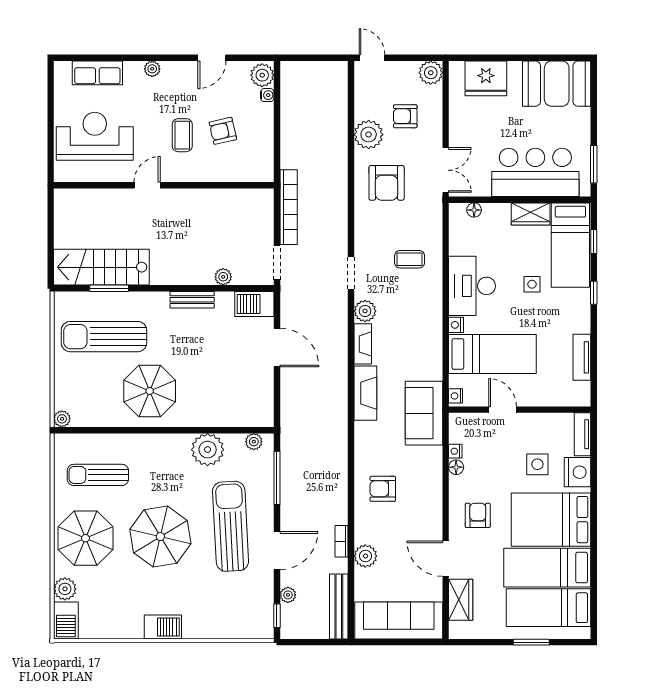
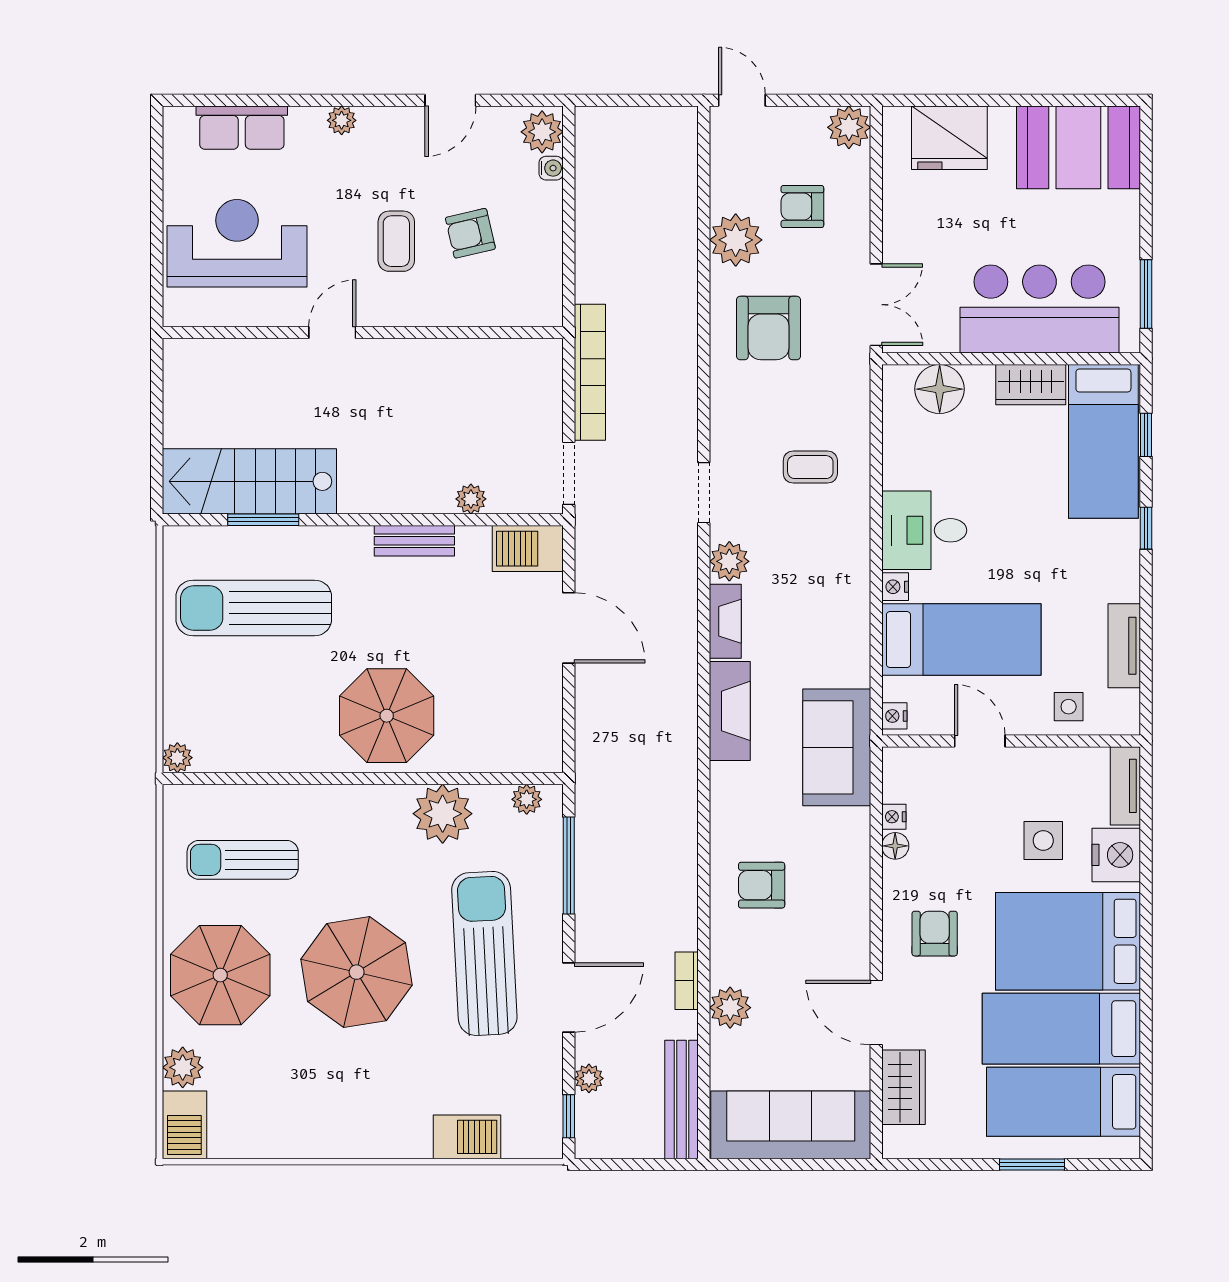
floor lamp: (474, 210) -> (940, 389), width x1.89, depth x1.89
side table: (532, 284) -> (1069, 707), moved
desk: (472, 286) -> (924, 530), width x0.73
parasol: (150, 391) -> (387, 716), moved
barbecue: (163, 627) -> (467, 1137), moved

